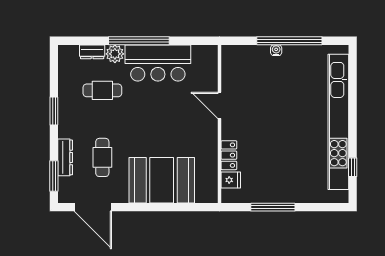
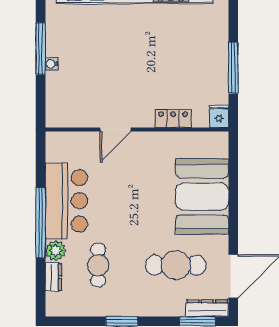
window: (289, 41) -> (41, 49), width x0.68
dresser: (65, 157) -> (207, 308), moved
cafe table: (102, 157) -> (176, 265), width x1.37, depth x1.35
fridge: (231, 180) -> (219, 116), moved

